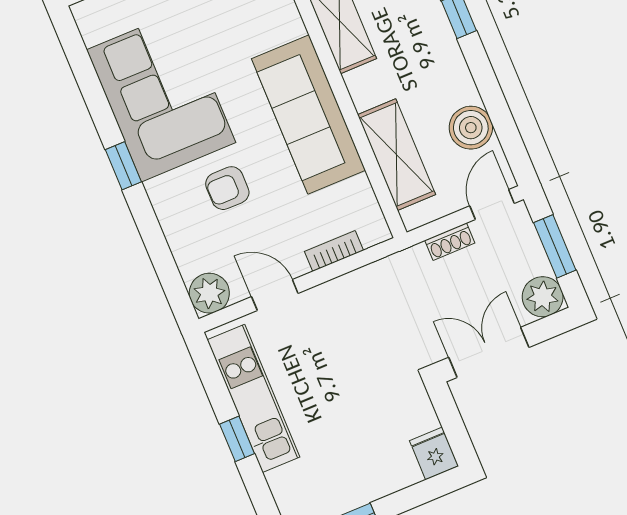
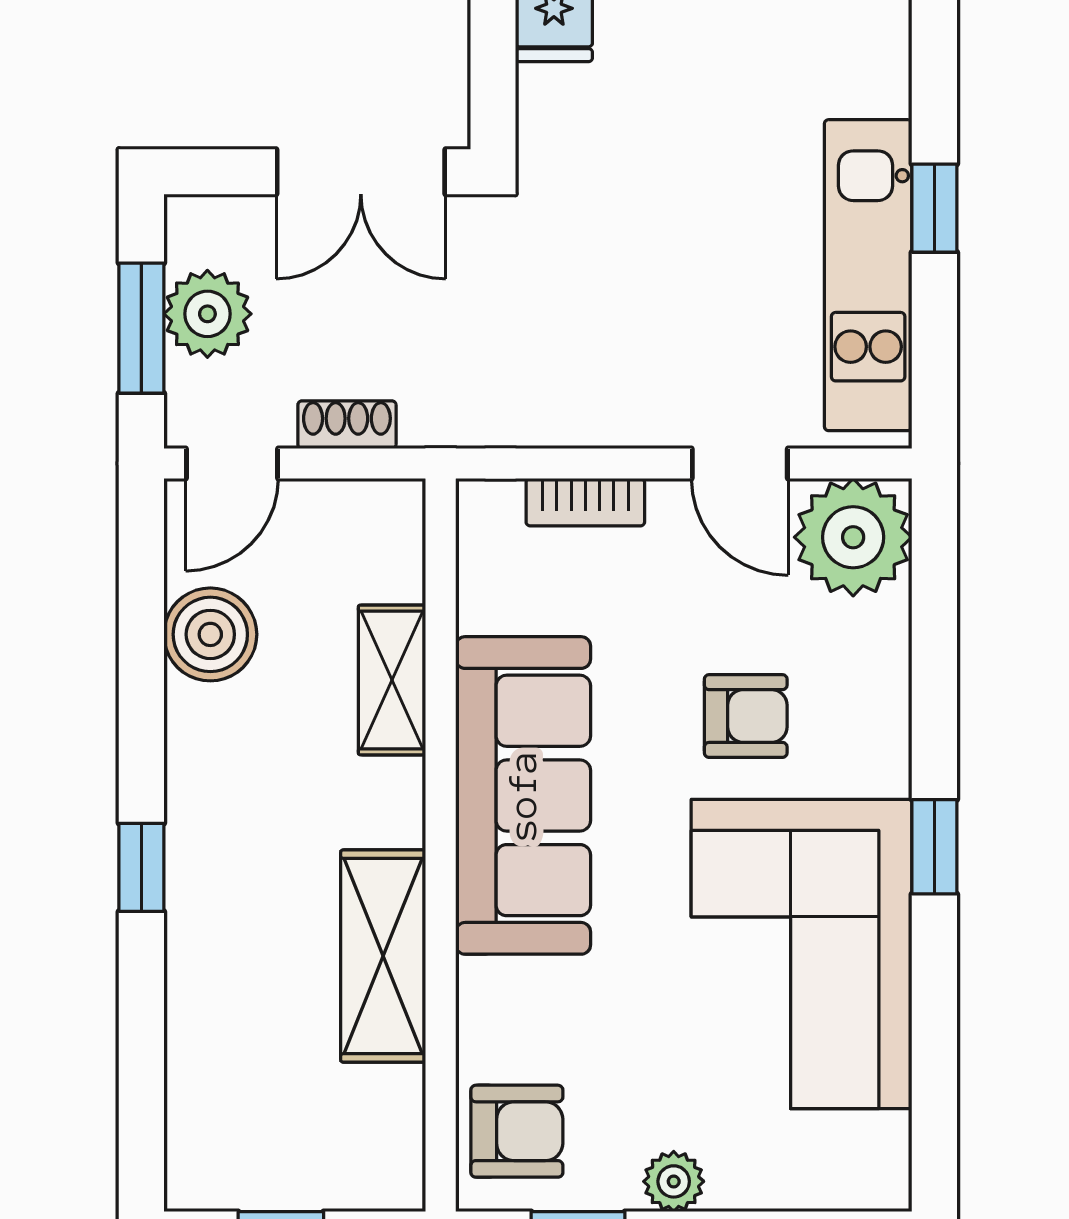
shelving: (397, 155) -> (392, 680), width x0.67, depth x0.75
plant: (209, 293) -> (853, 537), width x1.36, depth x1.36
plant: (543, 297) -> (207, 314), moved

